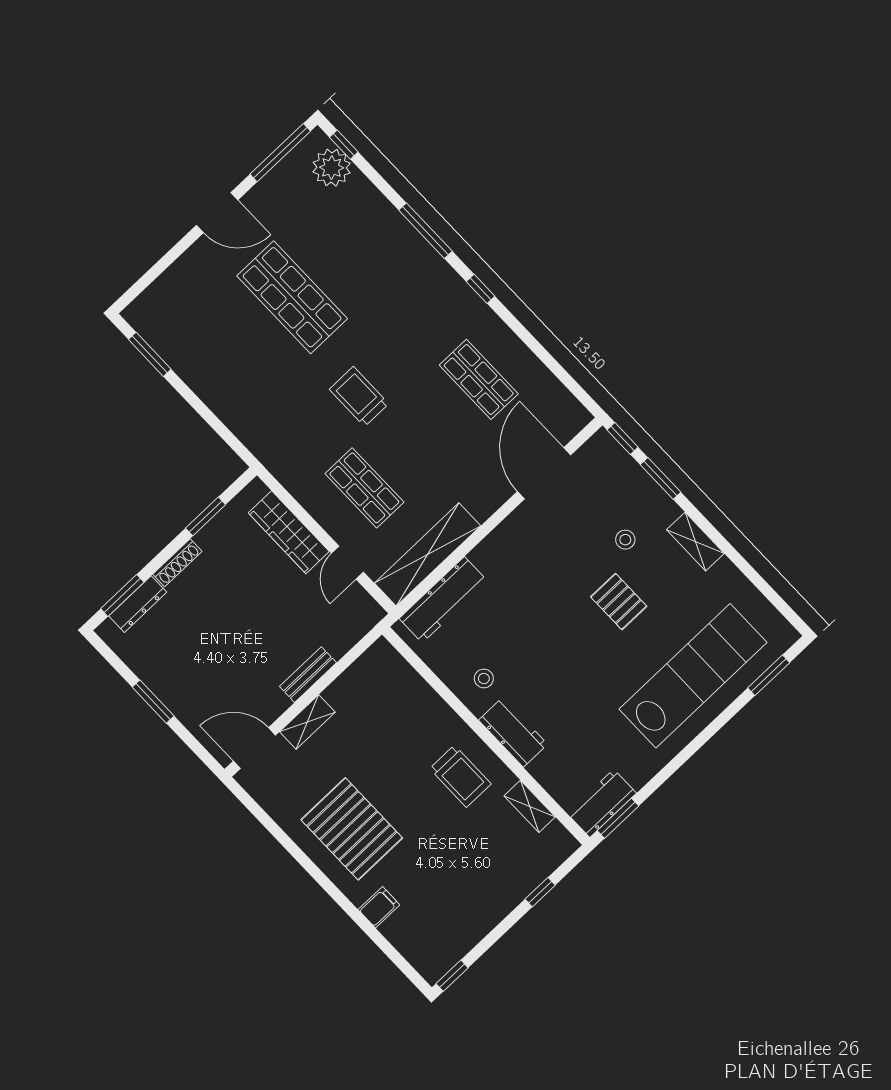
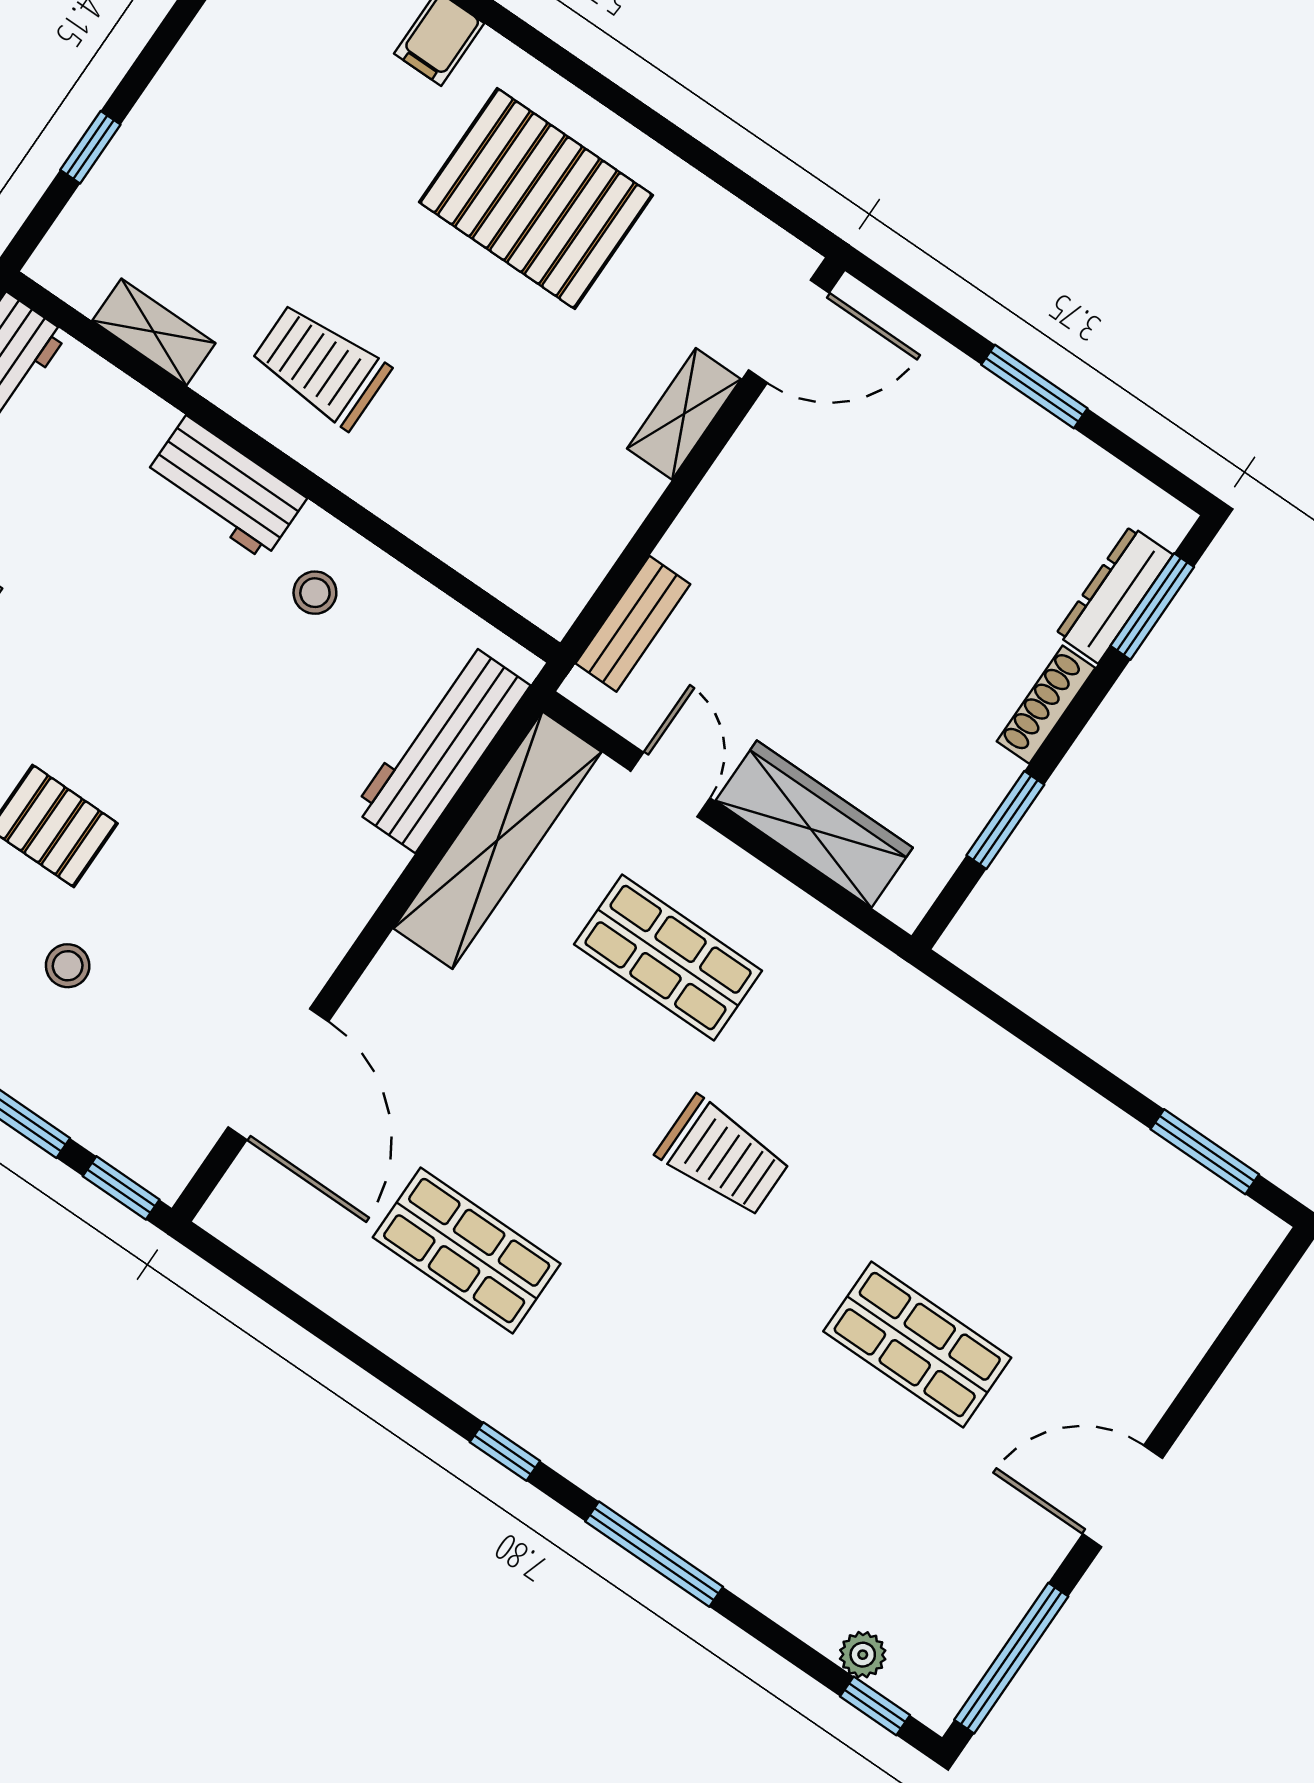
plant: (332, 168) -> (863, 1655), width x0.53, depth x0.53
shop shelf: (292, 297) -> (917, 1345), width x0.70, depth x0.74
bench: (308, 675) -> (633, 624), moved

